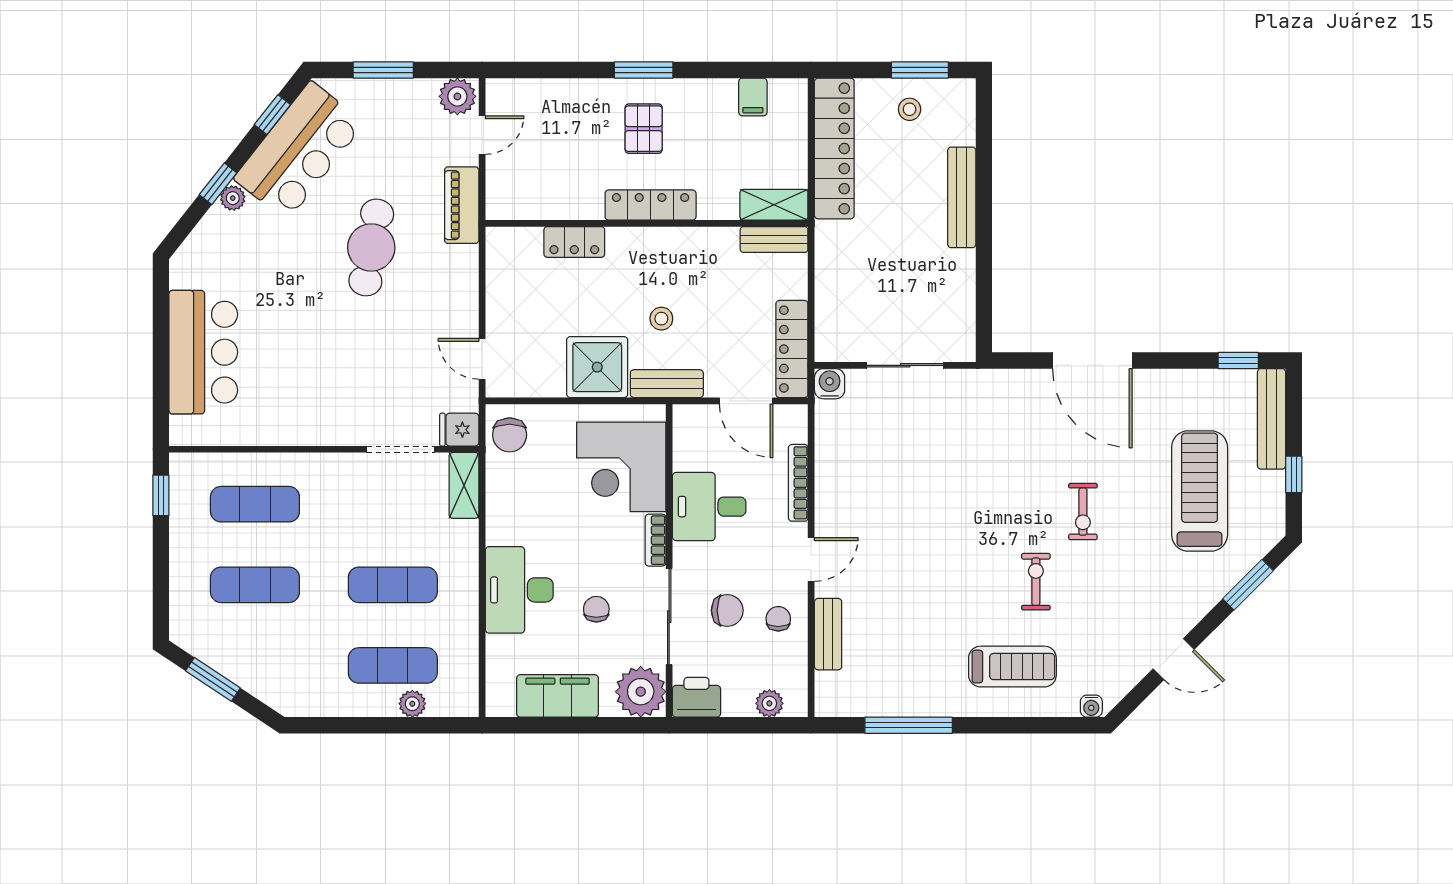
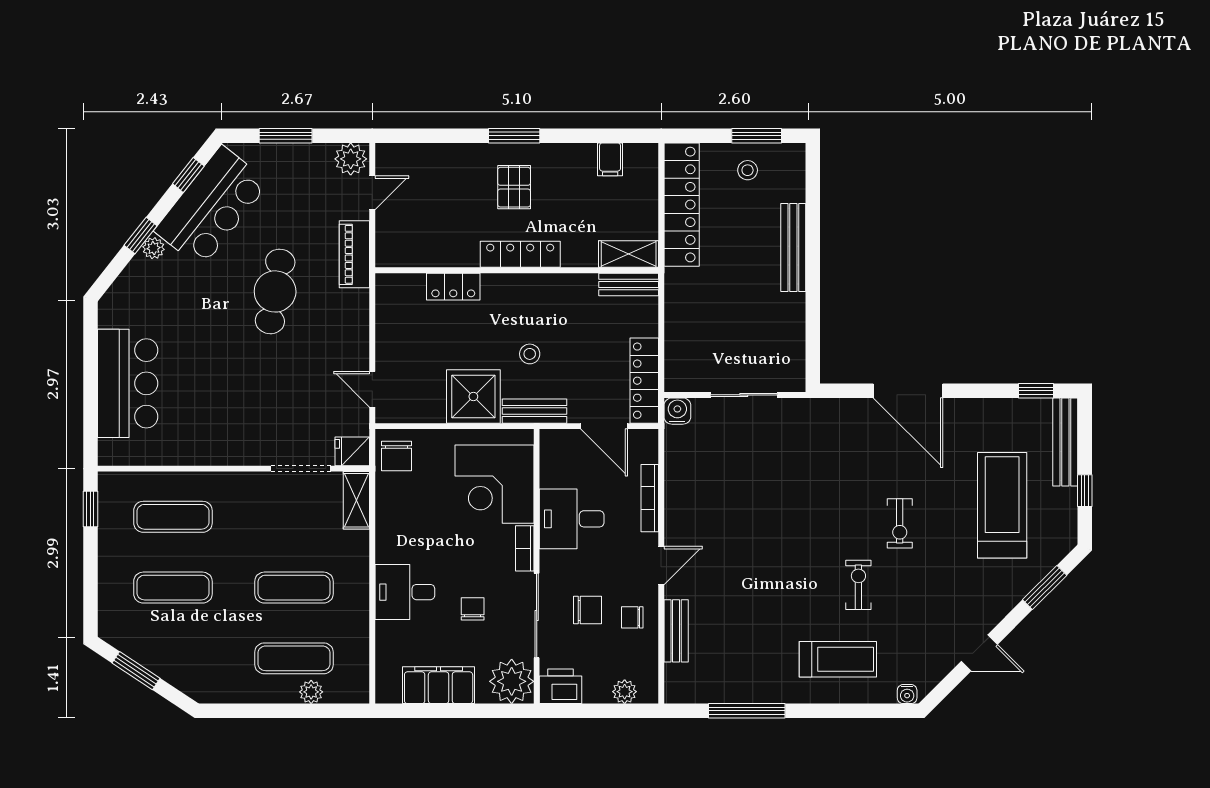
desk: (519, 590) -> (405, 592), width x0.73
chair: (778, 619) -> (632, 617), turned -90

